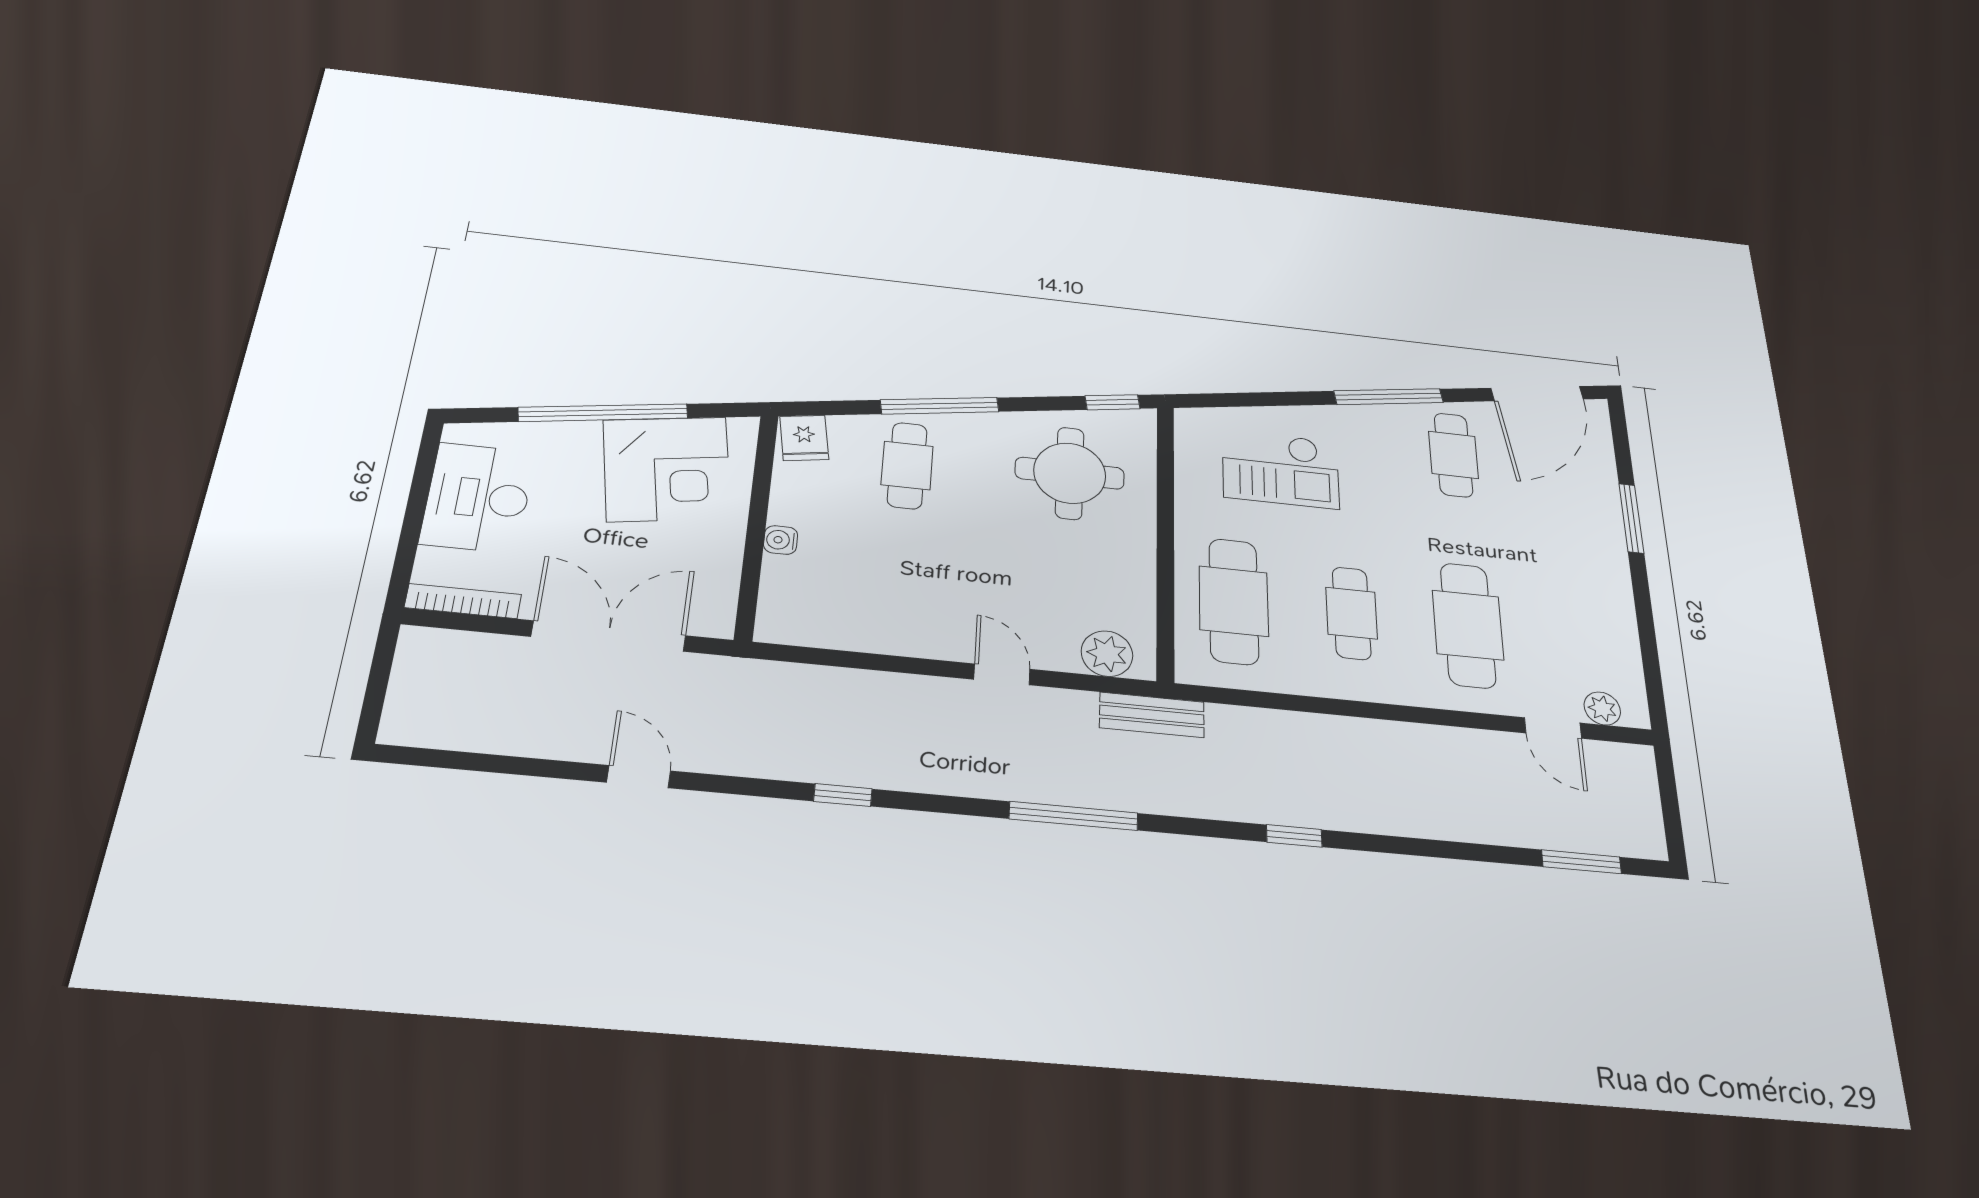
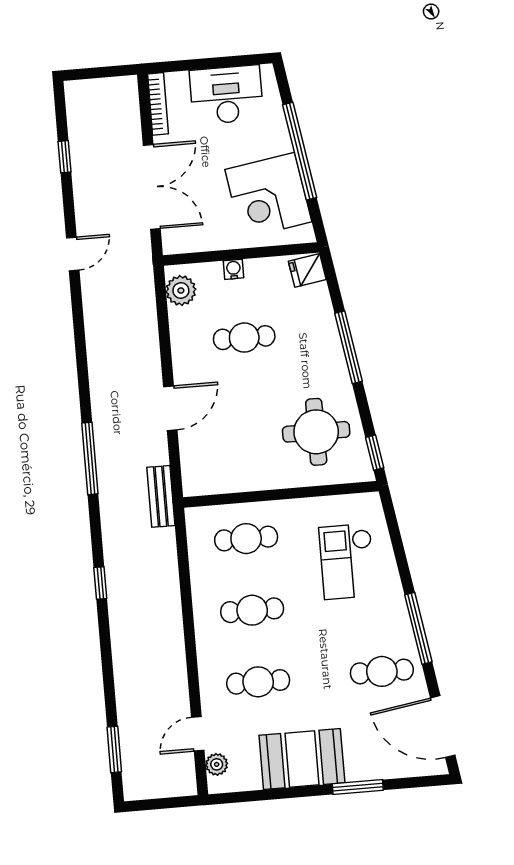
cafe table: (907, 466) -> (244, 338), moved
booth: (1590, 586) -> (302, 759), added
cafe table: (1234, 601) -> (246, 539), width x0.73, depth x0.74
cafe table: (1468, 625) -> (258, 682), width x0.73, depth x0.74
plant: (1107, 654) -> (181, 291), moved
door: (1002, 674) -> (170, 408), width x1.38
door: (639, 777) -> (73, 254), moved
window: (843, 795) -> (64, 157), moved

